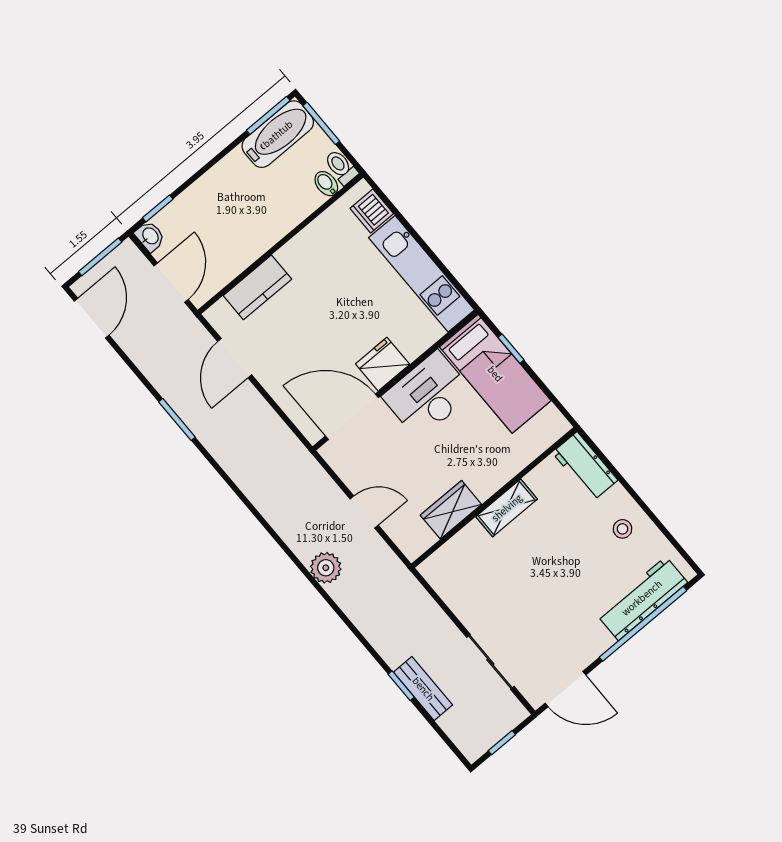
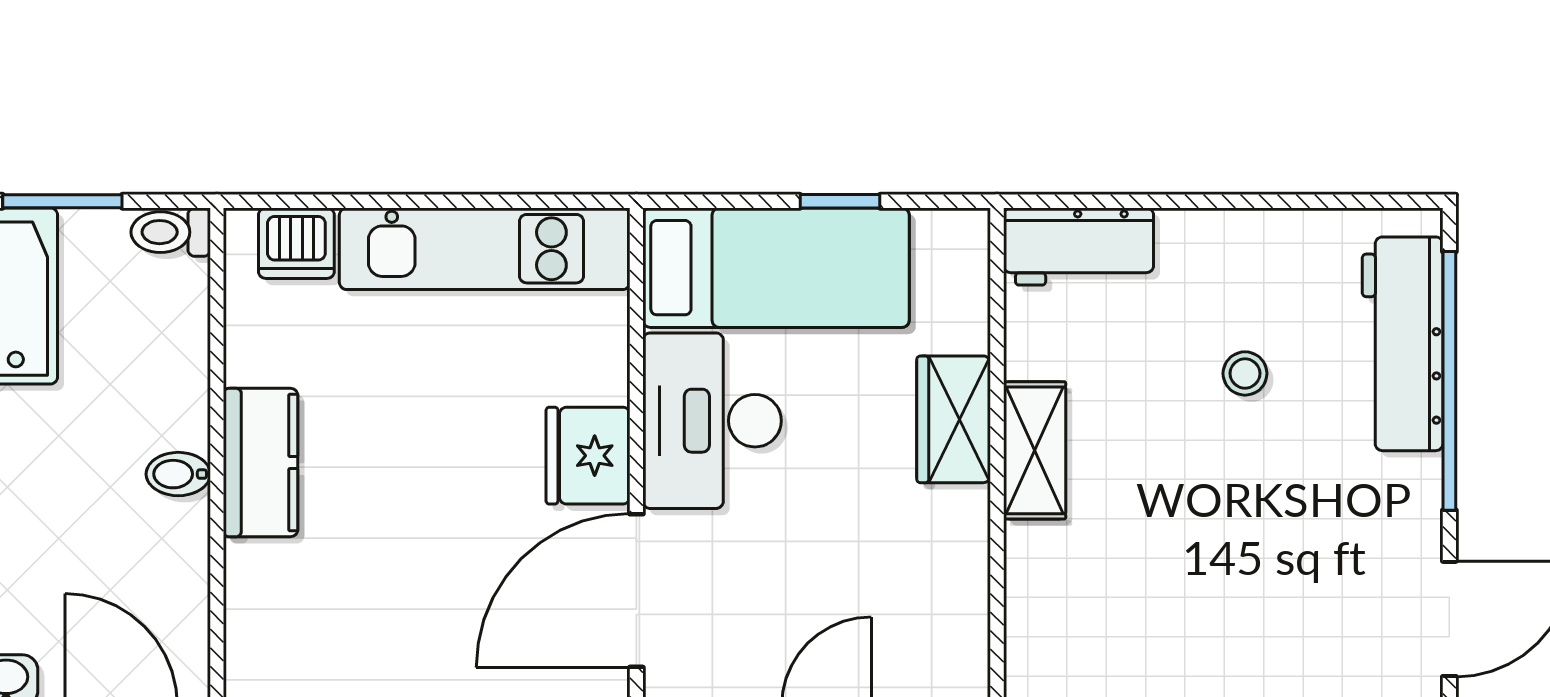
bidet: (326, 184) -> (178, 474), moved
kitchen counter: (257, 287) -> (261, 463), moved
window: (511, 349) -> (840, 201), moved
wardrobe: (451, 510) -> (954, 419), moved
stool: (622, 529) -> (1245, 373), moved

